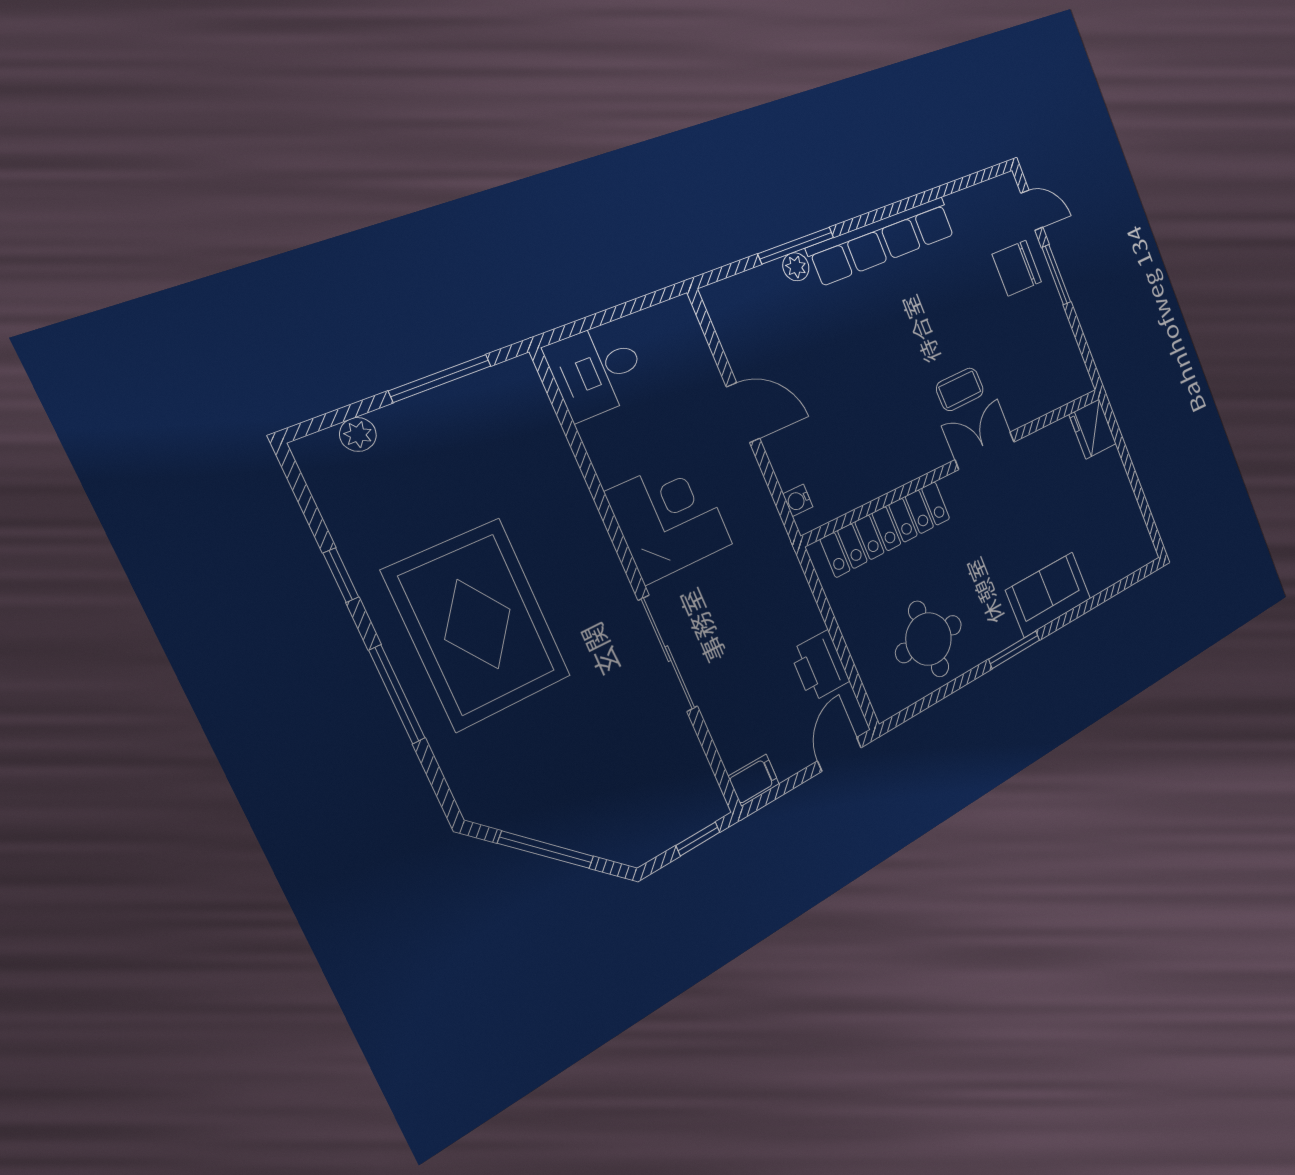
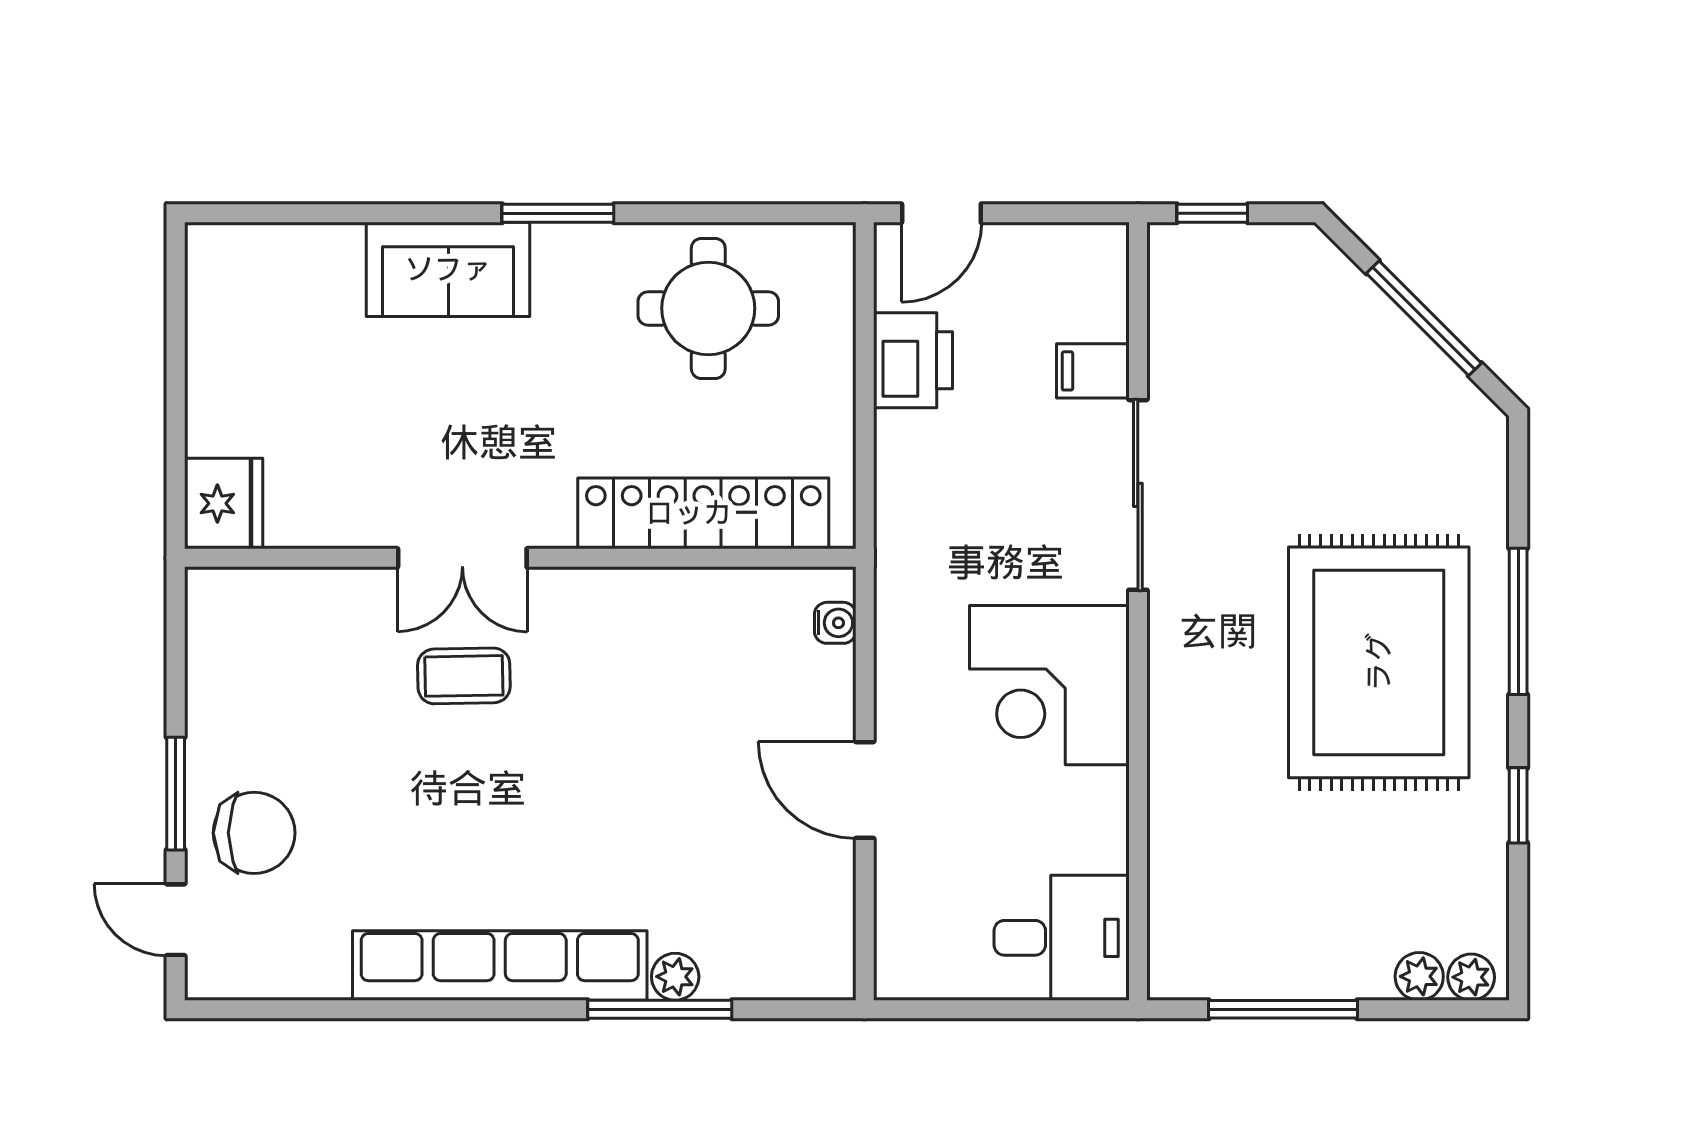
plant: (321, 448) -> (1471, 977), added
filing cabinet: (754, 780) -> (1093, 371), moved

